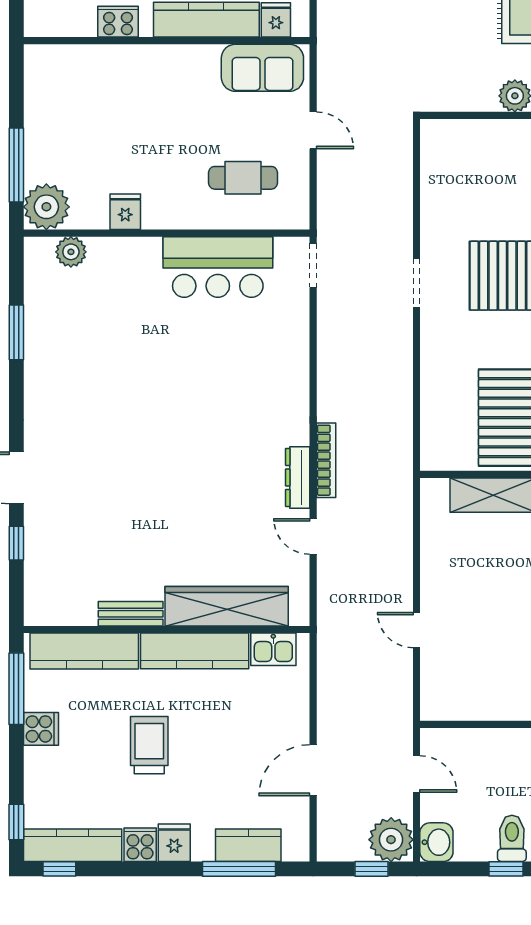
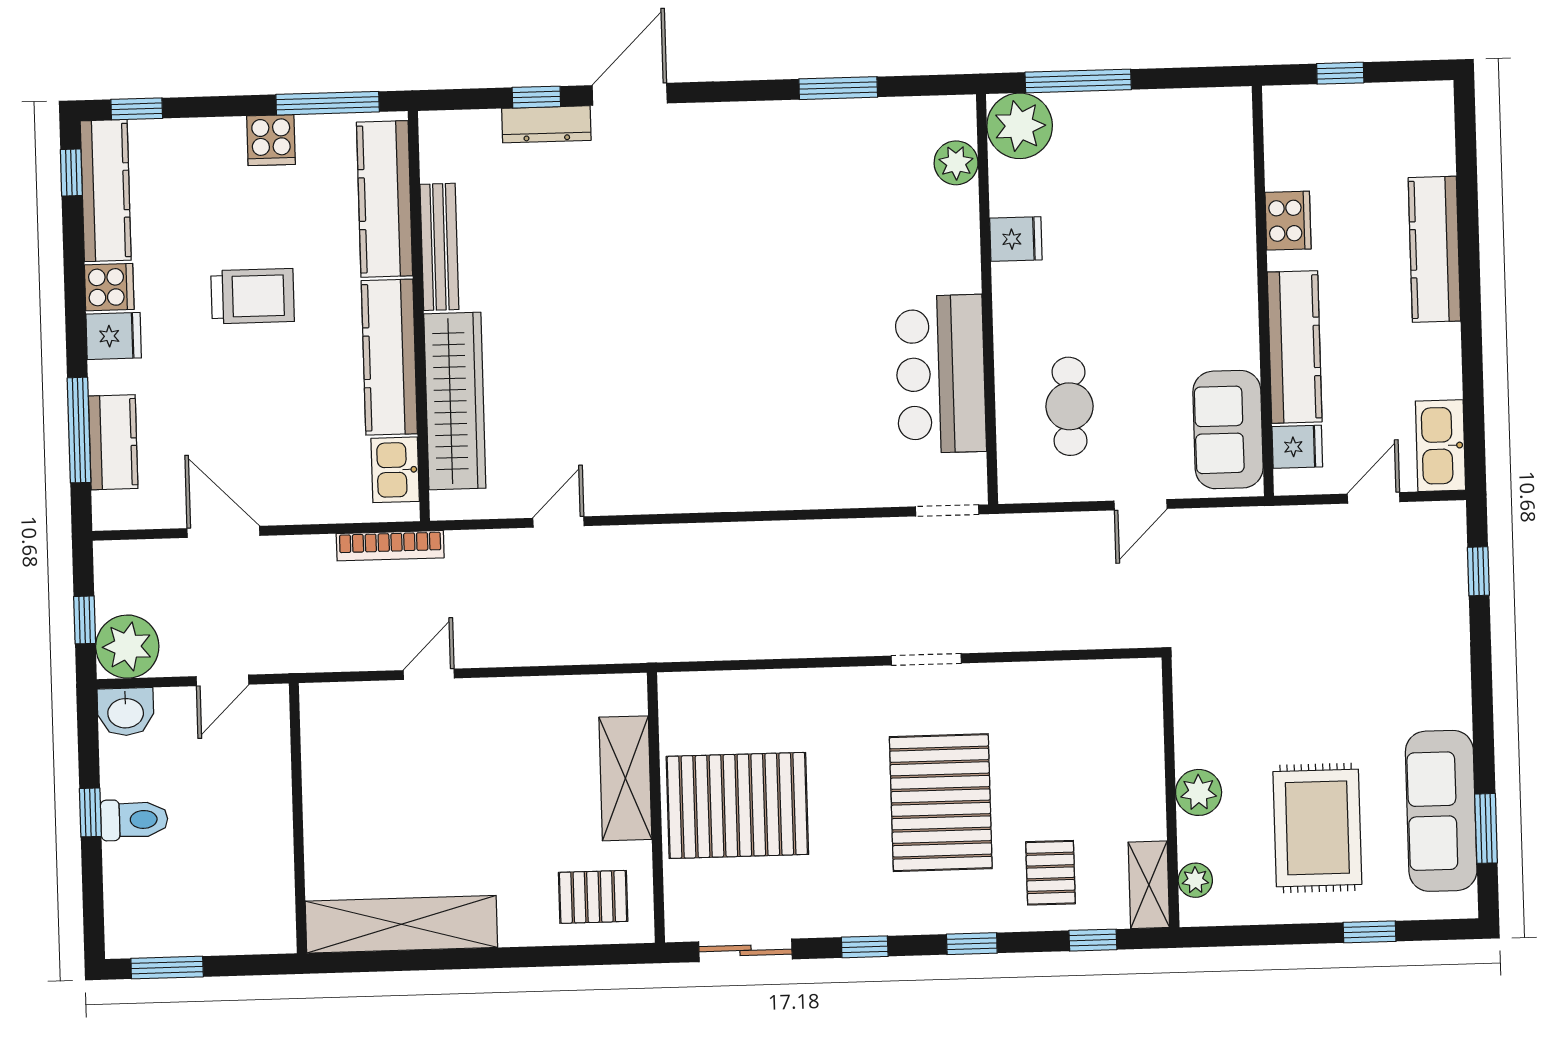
bookcase: (326, 460) -> (390, 546), moved
dresser: (298, 477) -> (546, 124), moved, turned 180
bench: (131, 614) -> (439, 247), width x1.36

